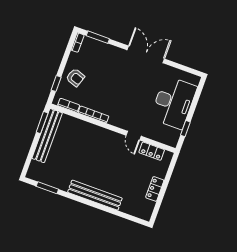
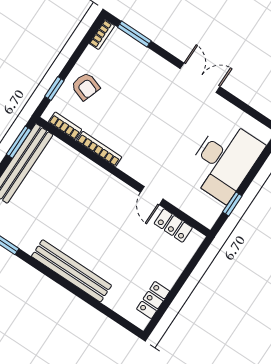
double door: (146, 54) -> (200, 78), width x0.73
locker: (155, 189) -> (153, 300), moved

